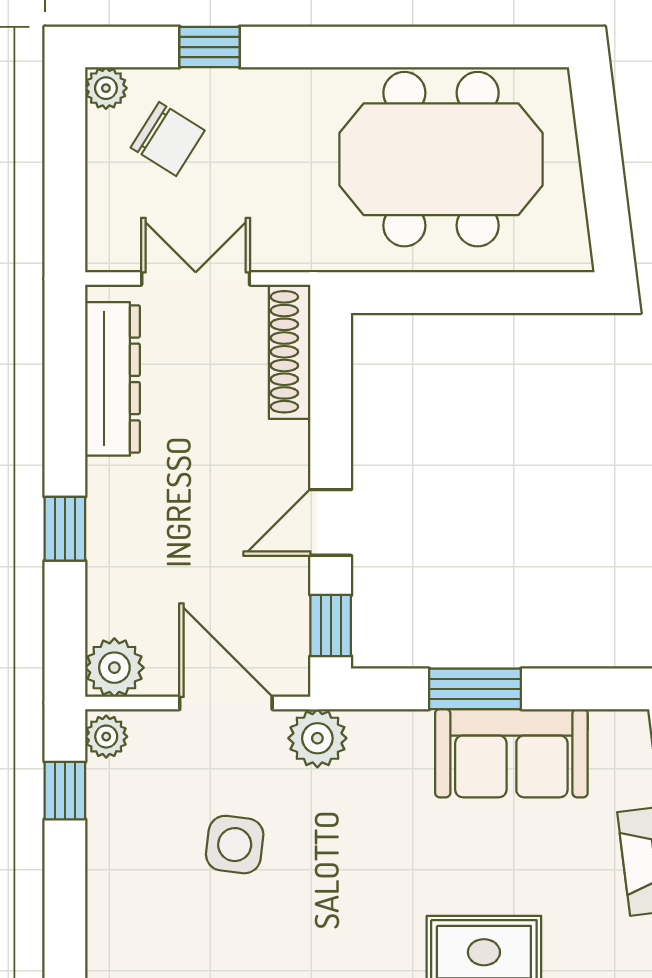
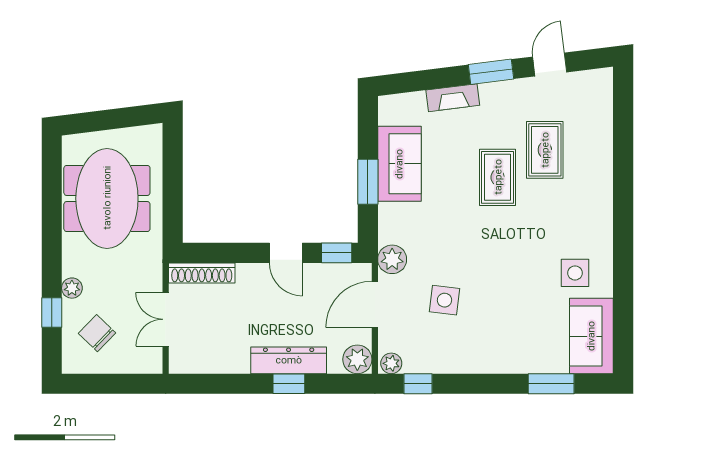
plant: (106, 88) -> (72, 288), moved
chair: (168, 139) -> (97, 333), turned -78
dresser: (112, 379) -> (289, 360), moved

